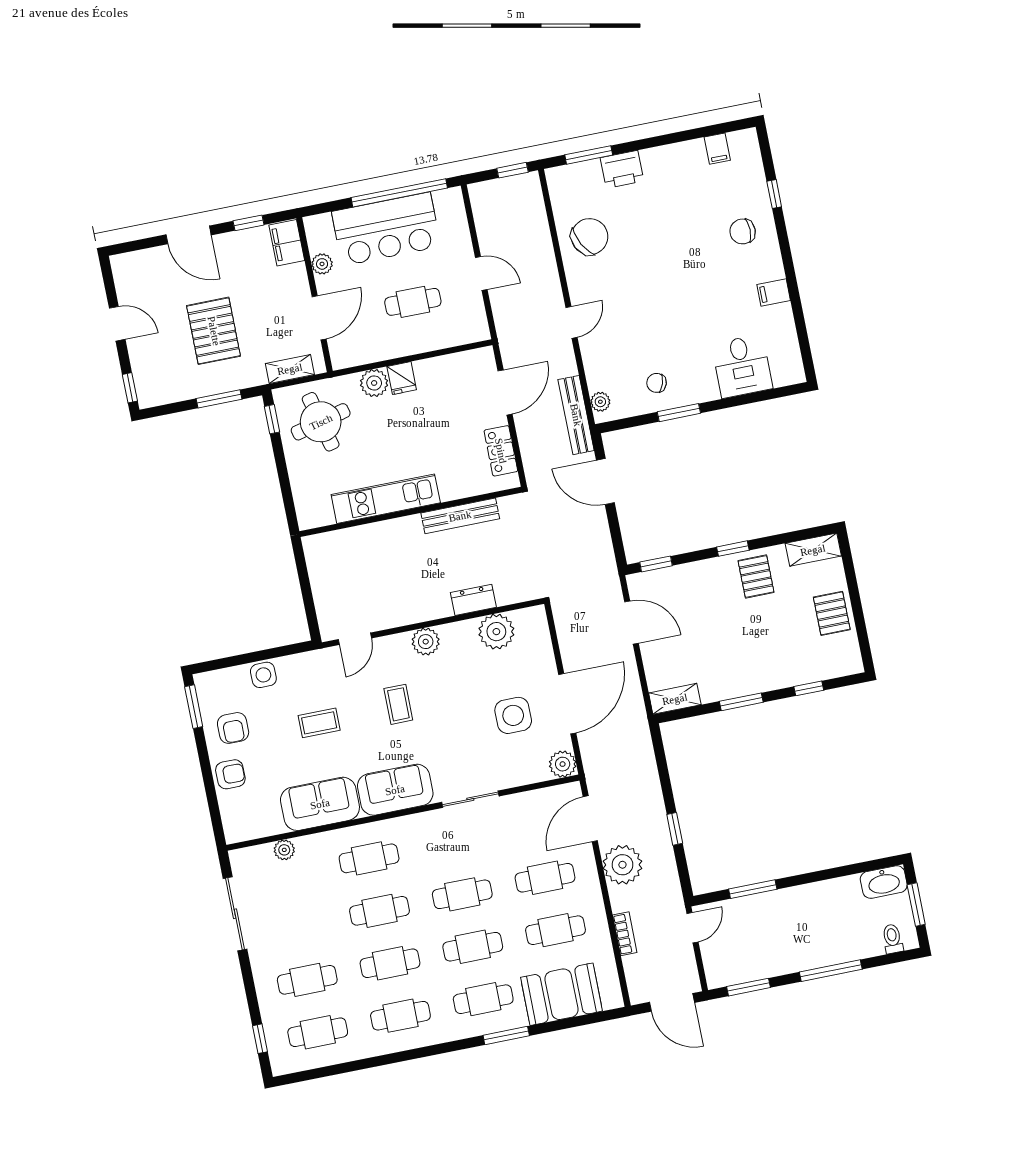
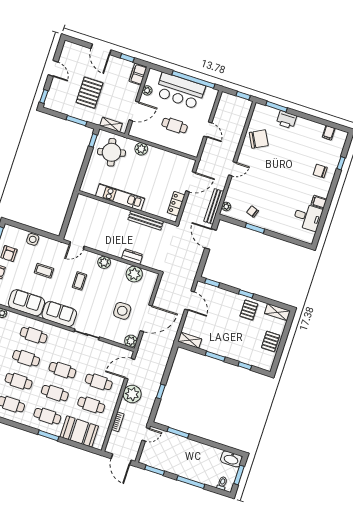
desk: (742, 366) -> (308, 217), moved, turned -90
fridge: (402, 378) -> (153, 153), removed

